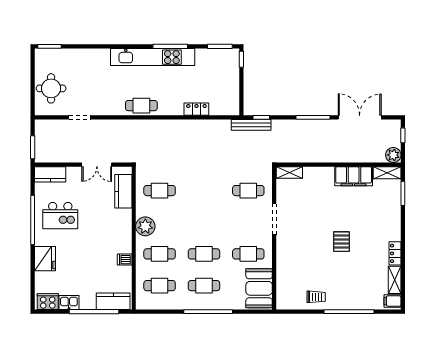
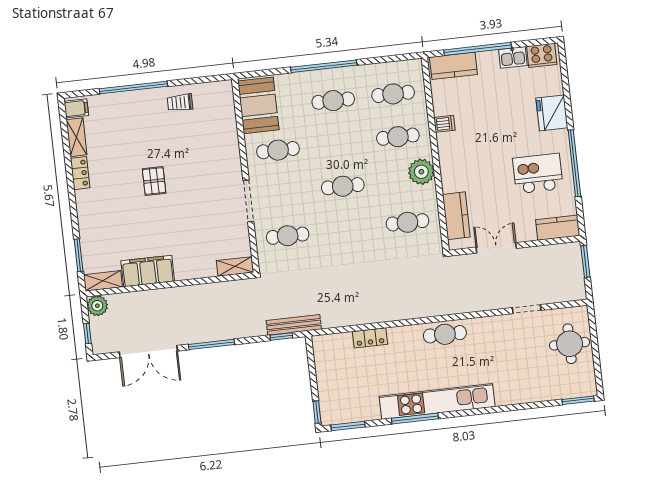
cafe table: (204, 254) -> (343, 186), moved

